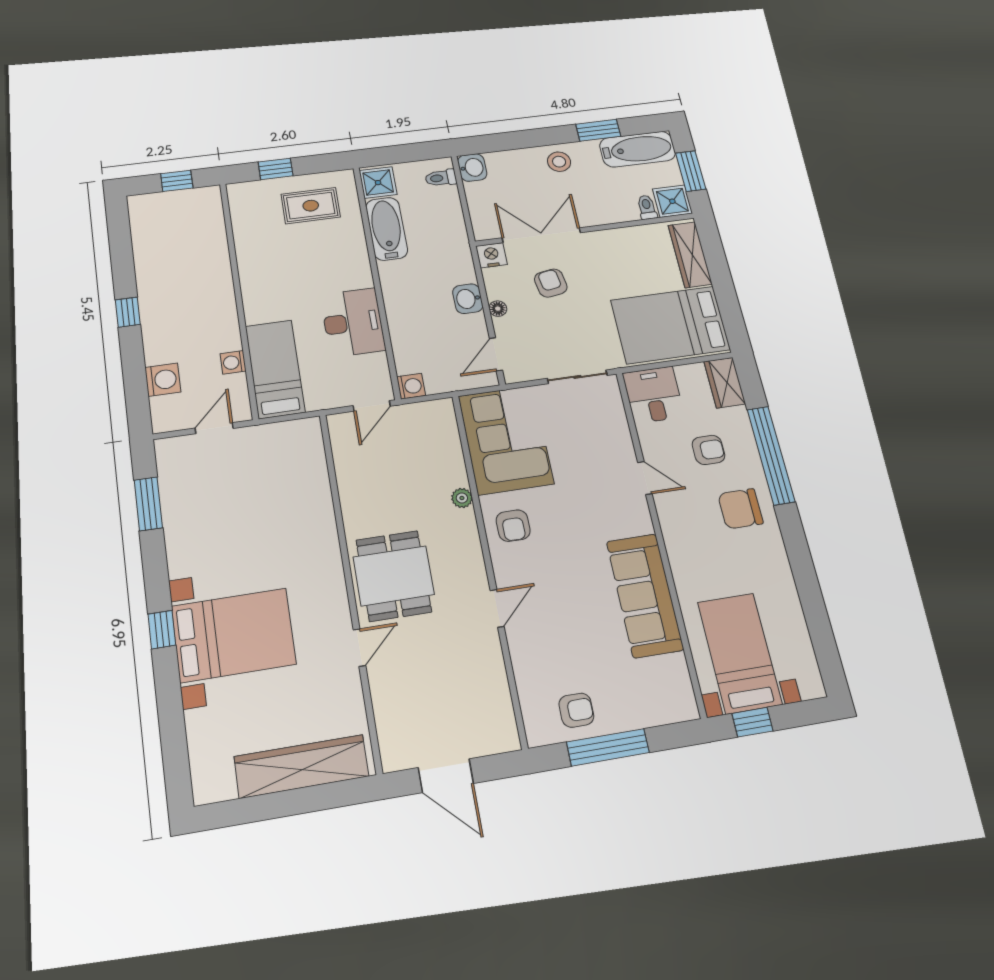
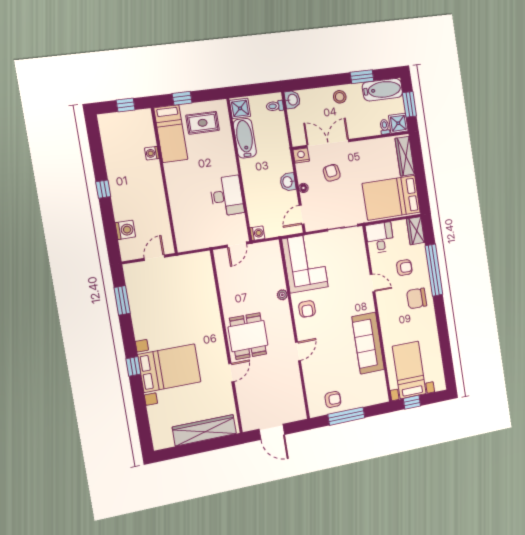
washing machine: (233, 362) -> (152, 153), moved
bed: (275, 369) -> (171, 134), moved, turned 180

